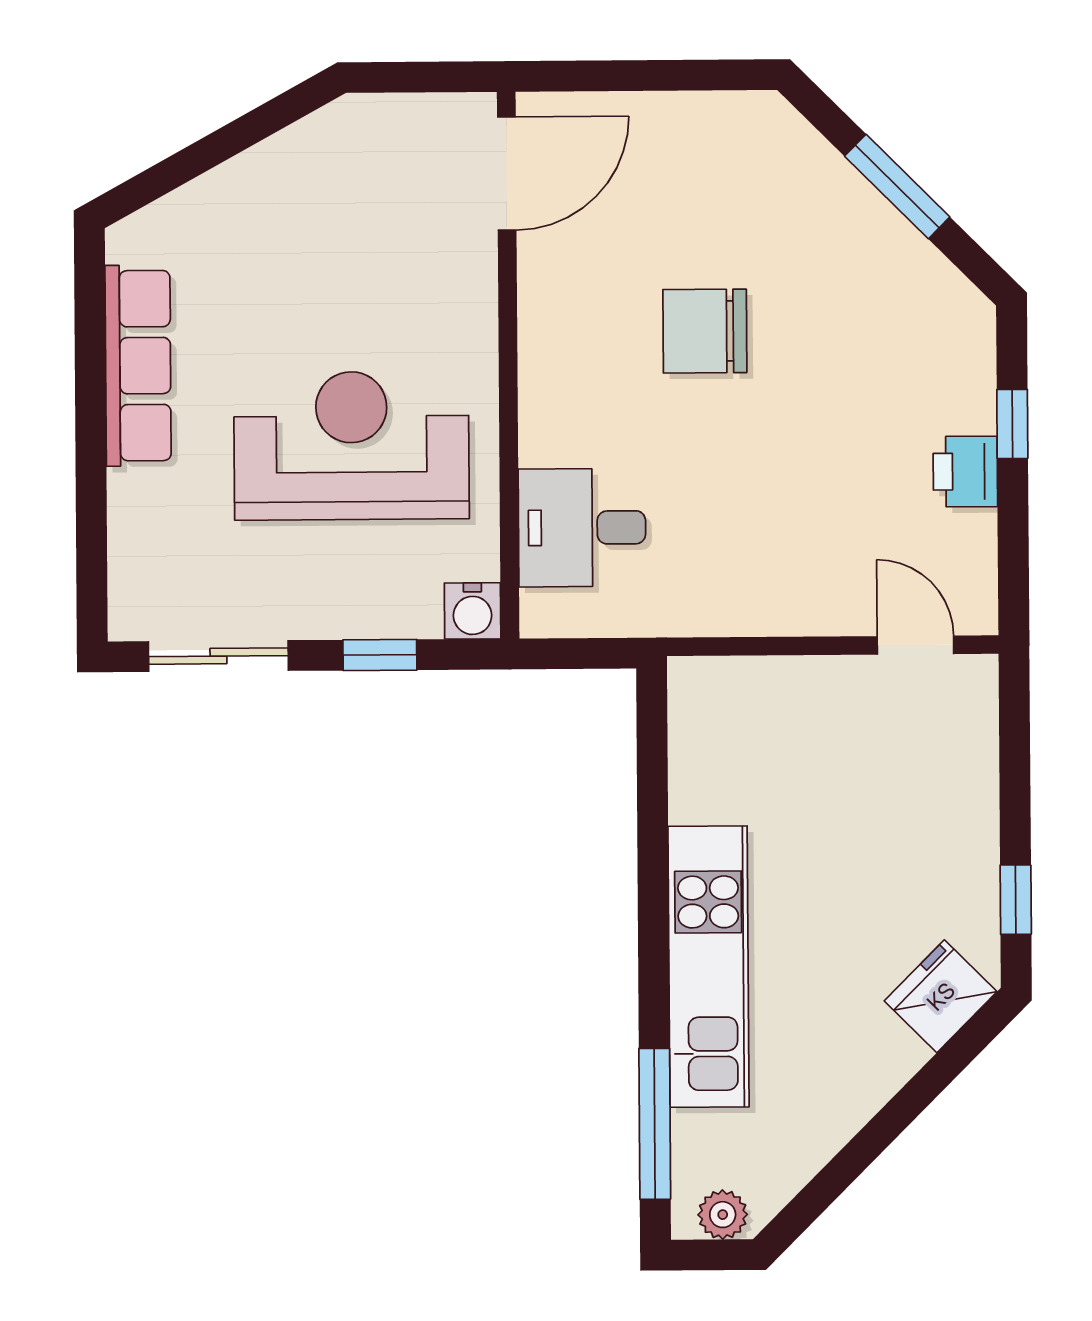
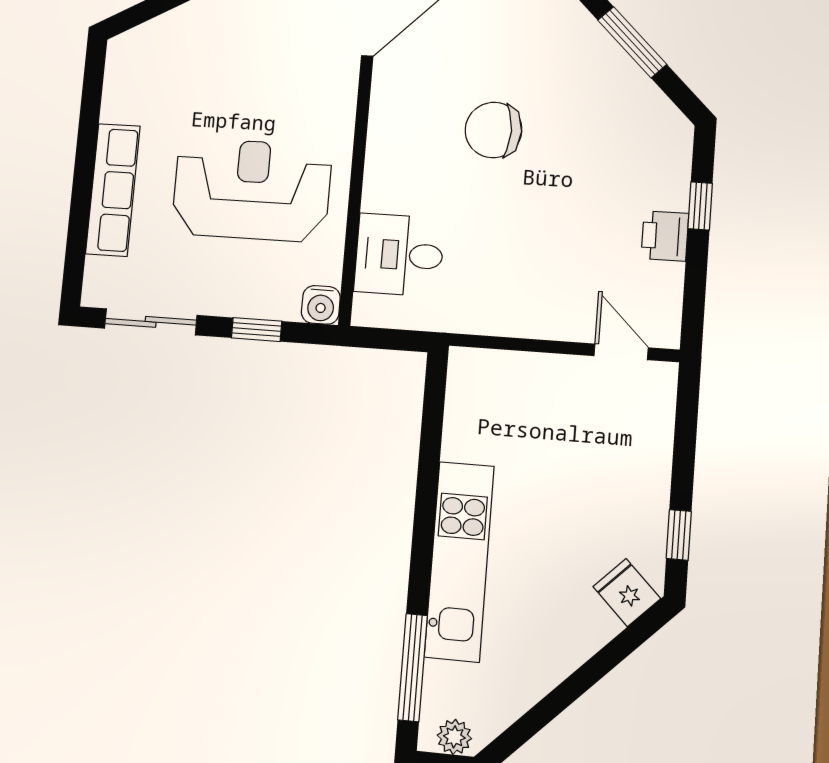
row of seats: (138, 366) -> (113, 190), moved
fridge: (941, 996) -> (627, 593), width x0.72

